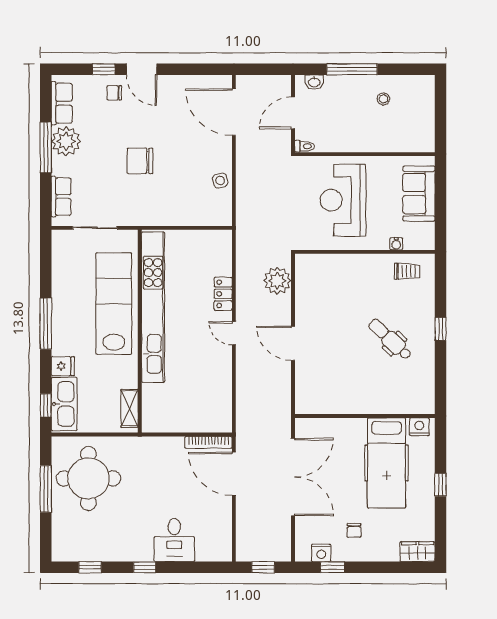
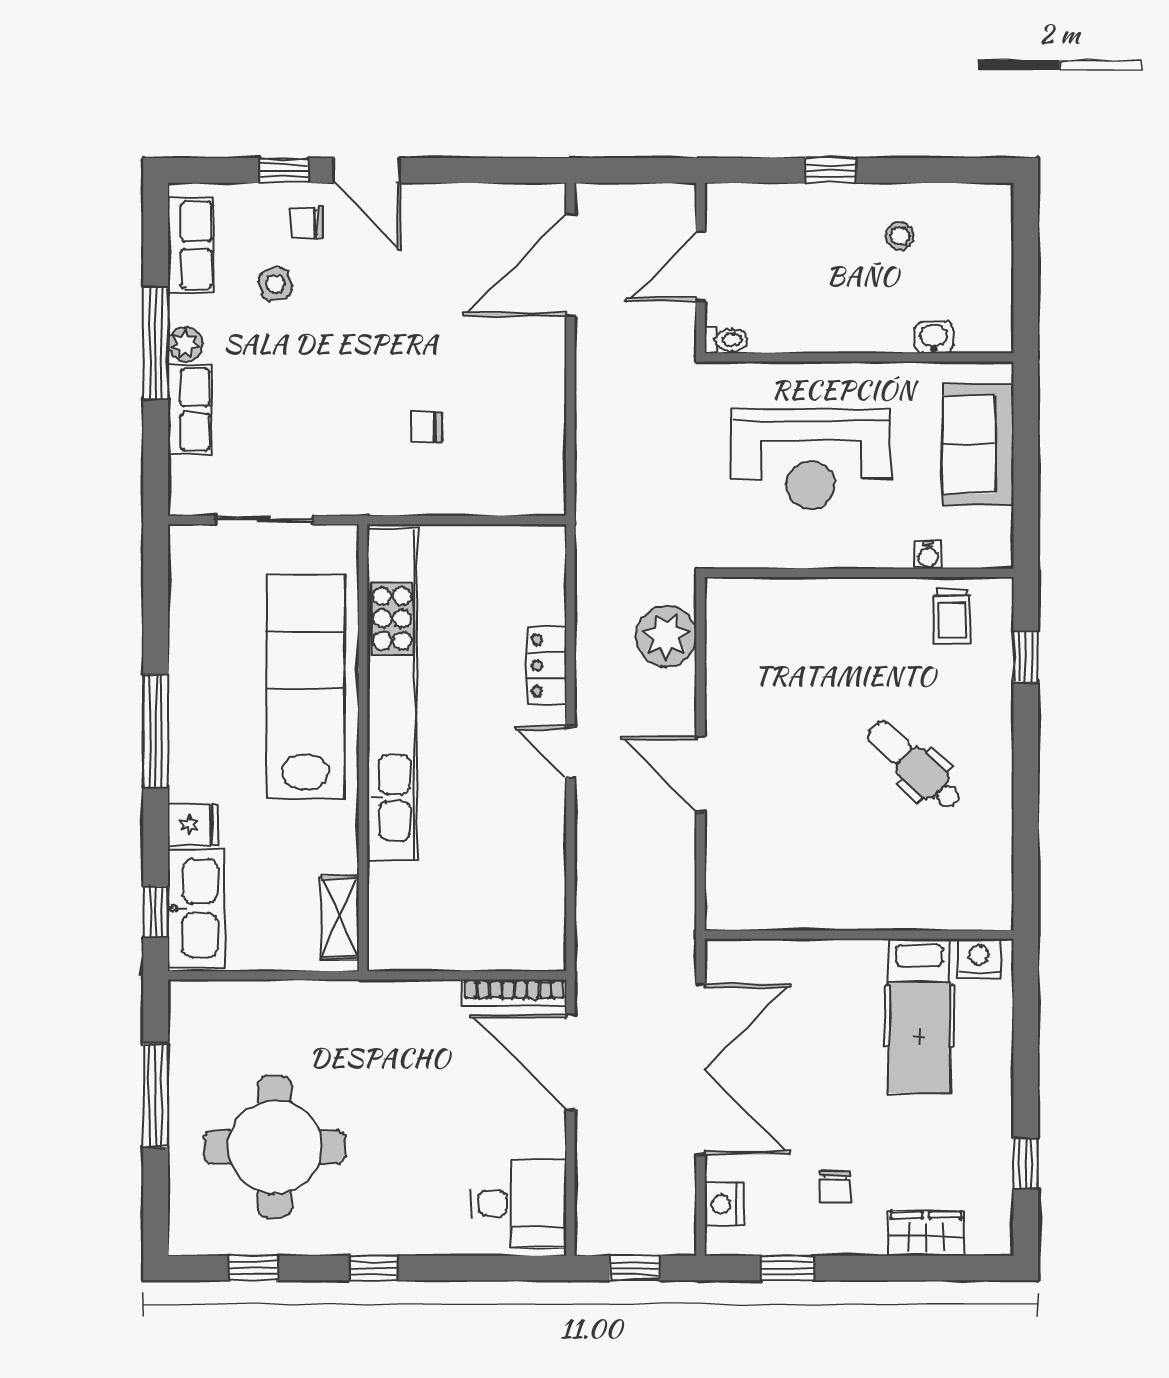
window: (352, 69) -> (831, 170), width x0.46
washbasin: (314, 82) -> (934, 337), moved, turned 180
door: (234, 112) -> (570, 265), hinge flipped
plant: (66, 141) -> (185, 344), width x0.53, depth x0.53
chair: (140, 161) -> (427, 427), moved, width x0.54, depth x0.54
side table: (220, 180) -> (275, 284), moved
row of seats: (61, 197) -> (189, 410), moved
reception desk: (343, 200) -> (811, 459), turned -90
trolley: (407, 271) -> (952, 616), turned 90
window: (440, 329) -> (1026, 657), moved
hospital bed: (387, 463) -> (920, 1016), width x0.73, depth x0.78
round table: (88, 478) -> (275, 1147), moved
window: (440, 485) -> (1026, 1163), moved
desk: (174, 540) -> (518, 1203), moved, turned -90
wardrobe: (418, 552) -> (926, 1234), moved
nightstand: (321, 553) -> (724, 1204), moved, turned 90

